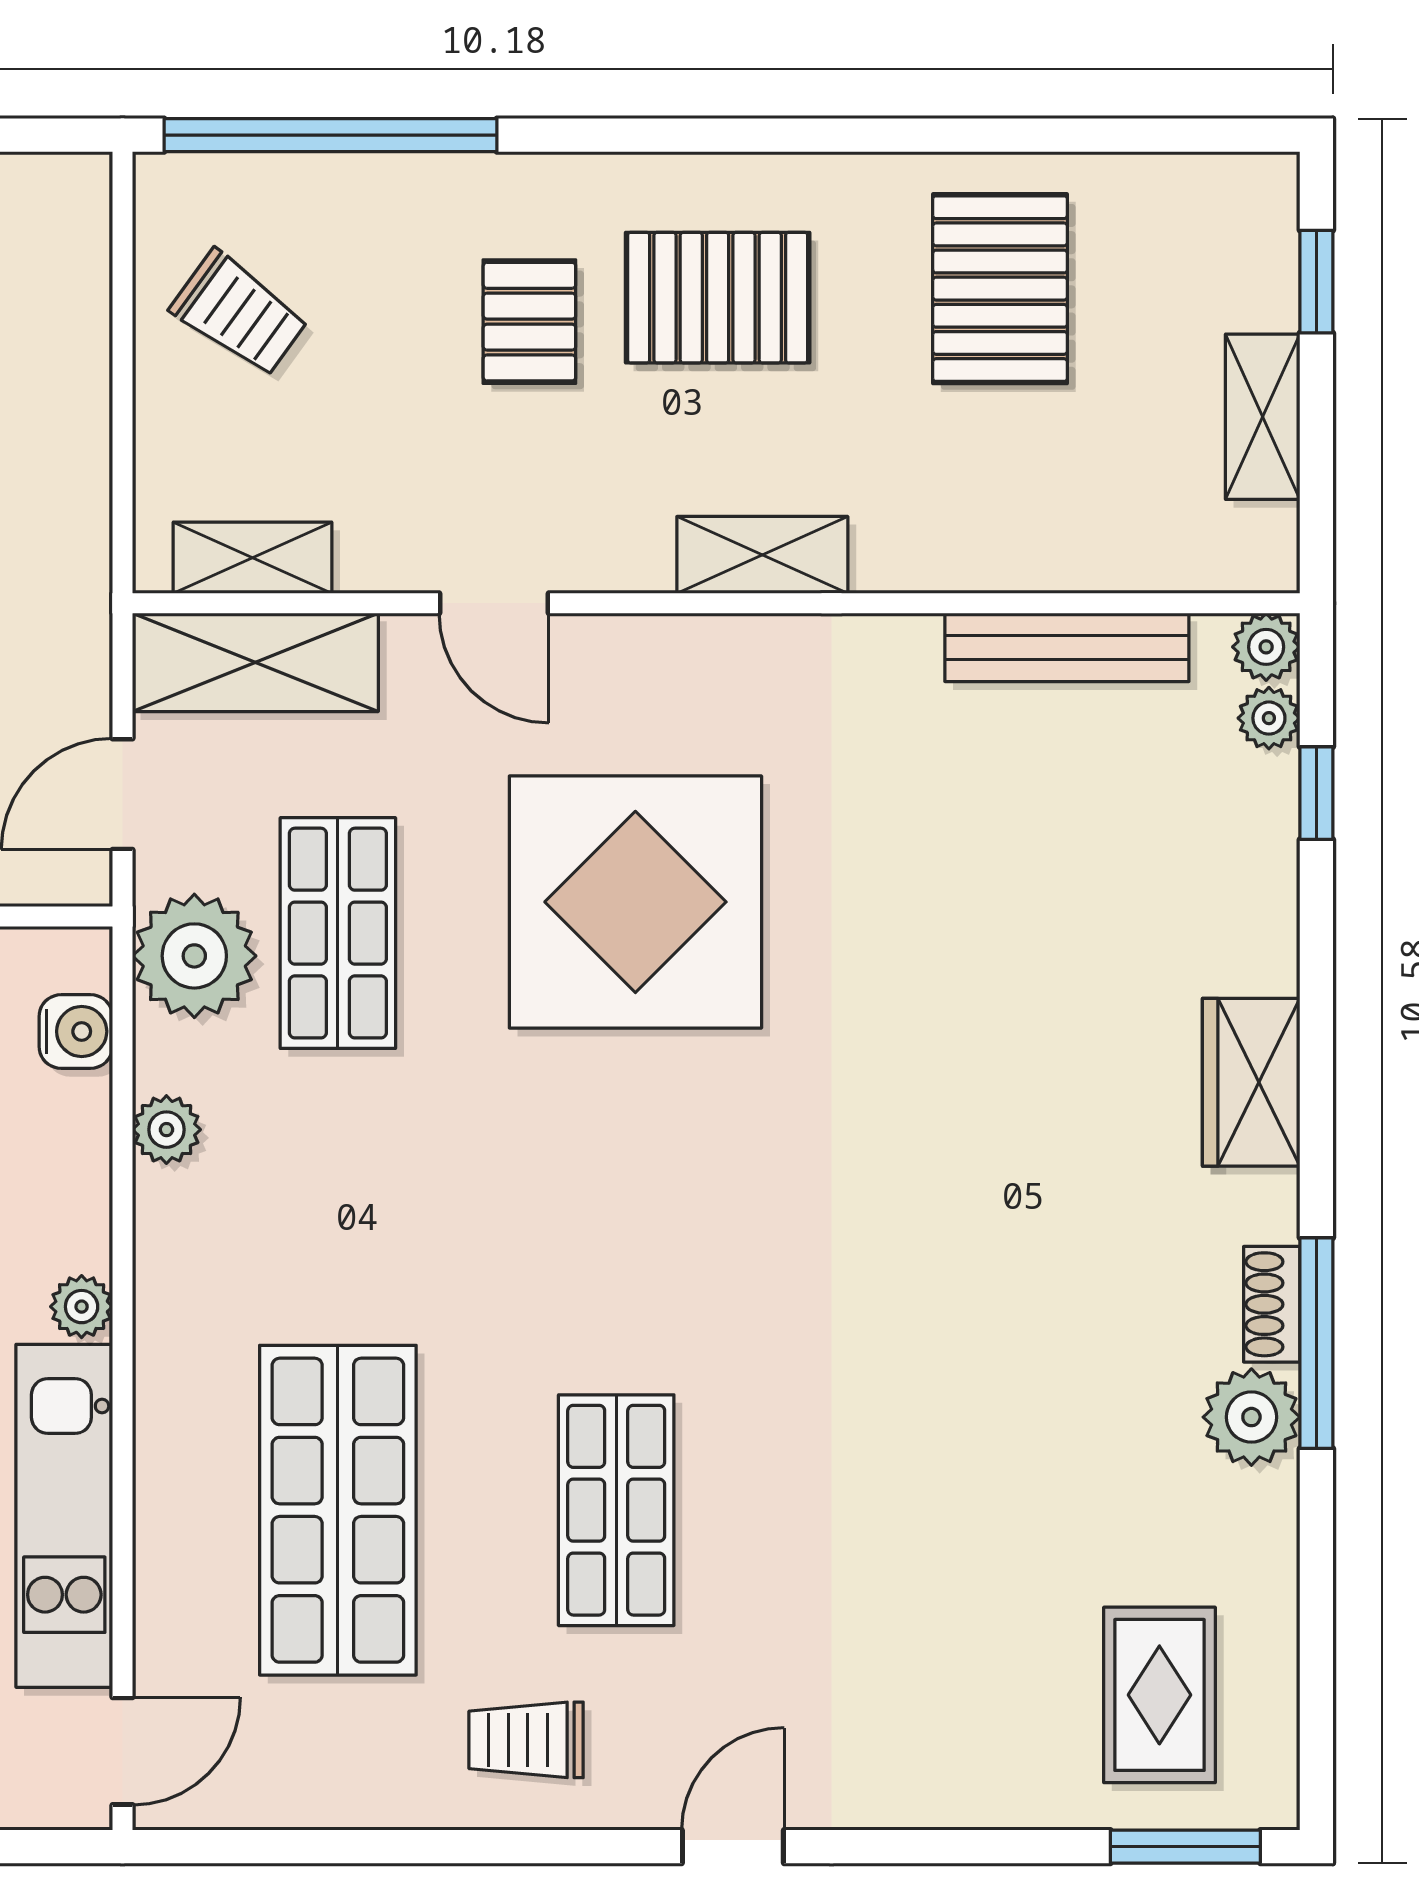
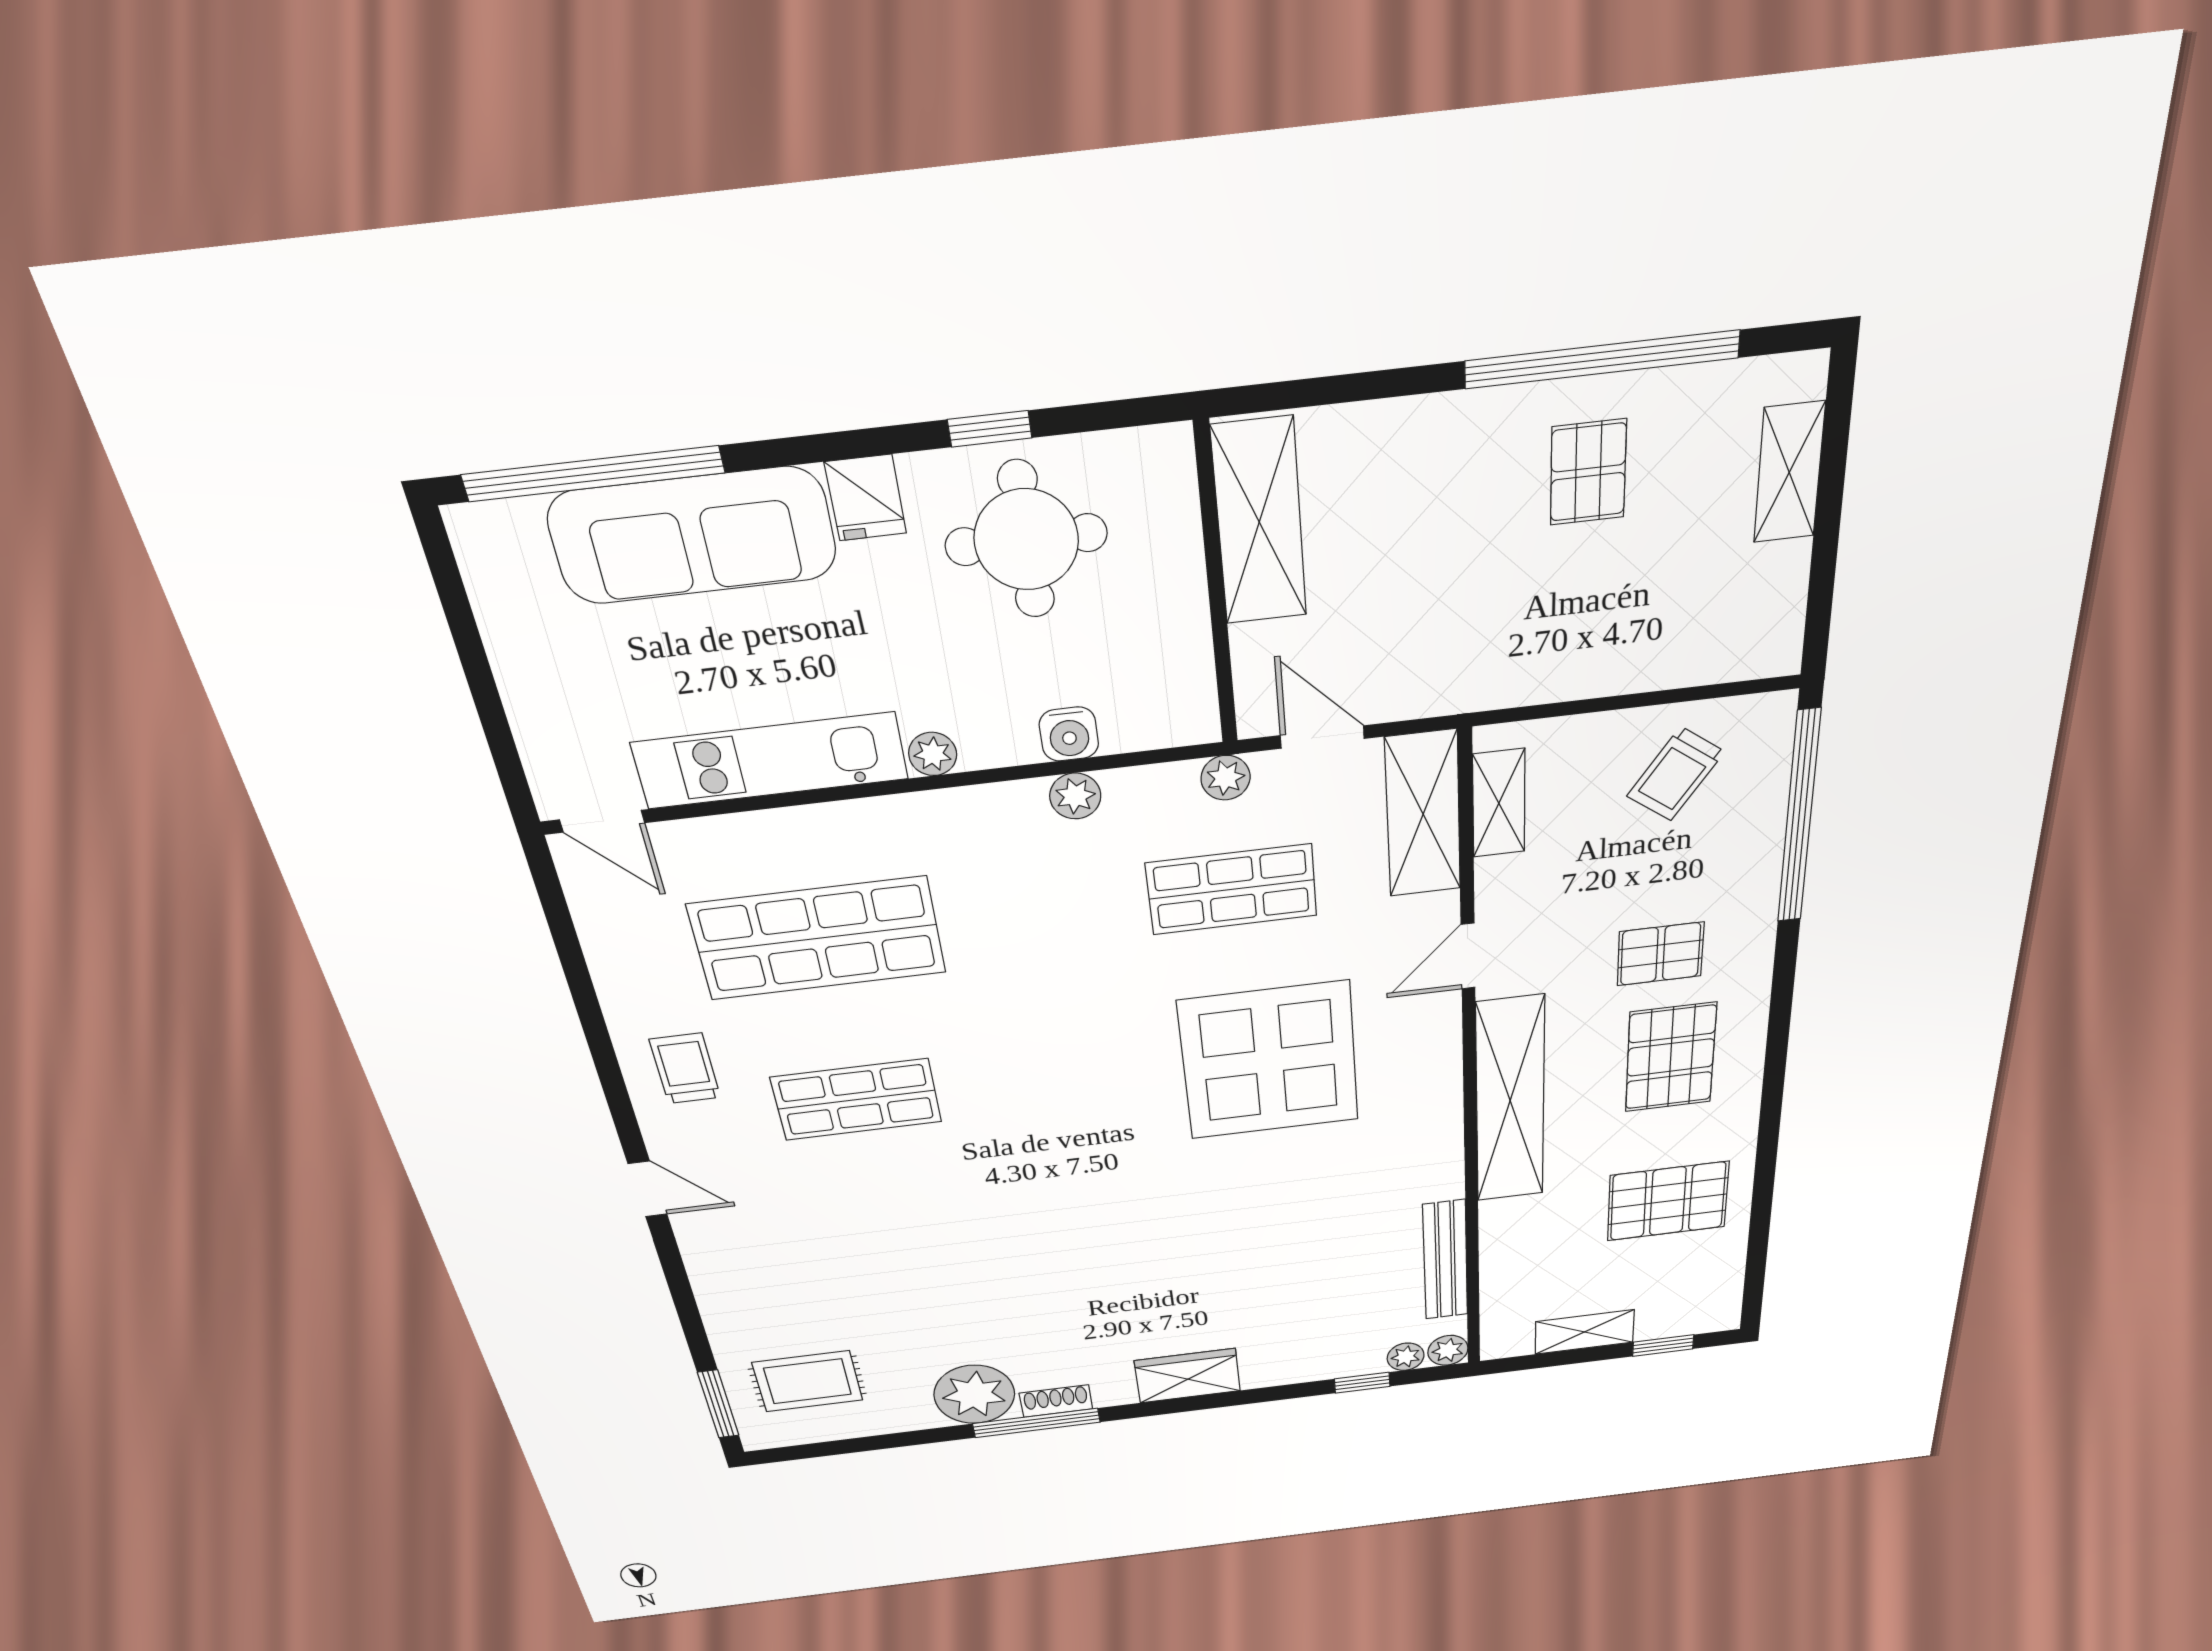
shelving: (762, 555) -> (1510, 1101), width x2.20, depth x1.33
plant: (194, 956) -> (1226, 778), width x0.53, depth x0.53
water cooler: (76, 1031) -> (1069, 734), moved
plant: (1251, 1417) -> (974, 1394), width x1.36, depth x1.36

